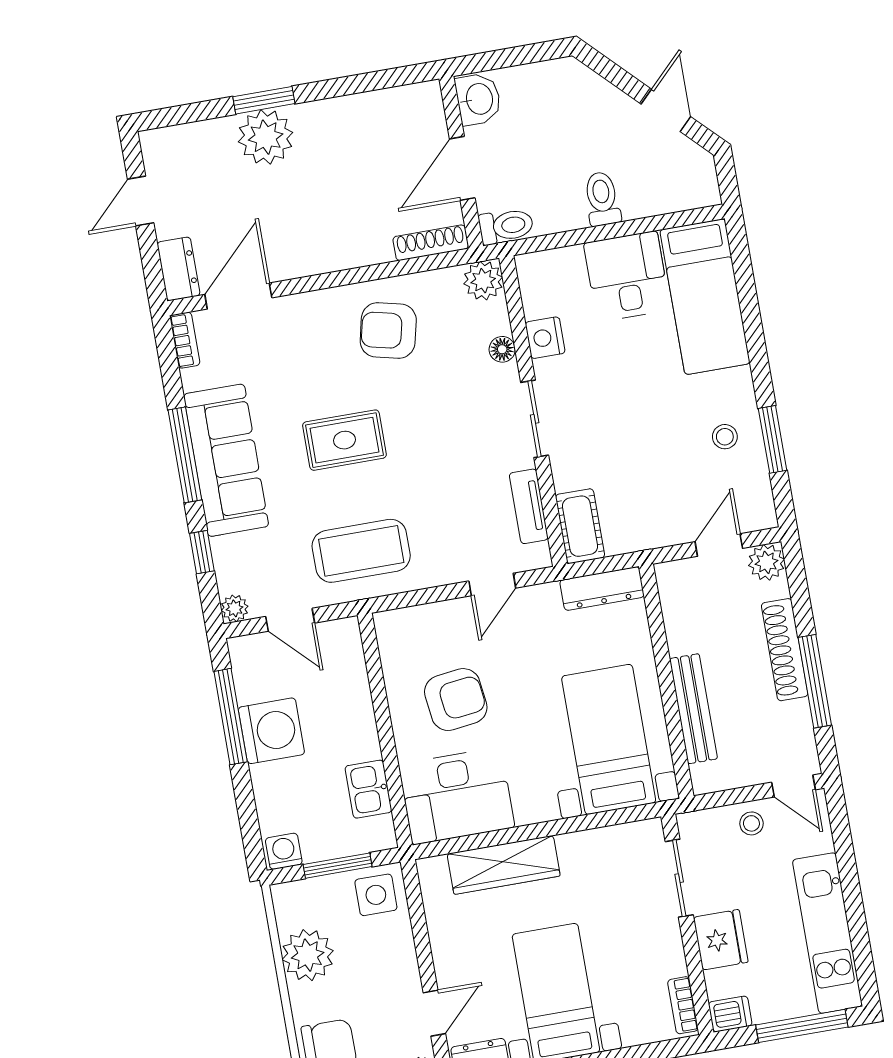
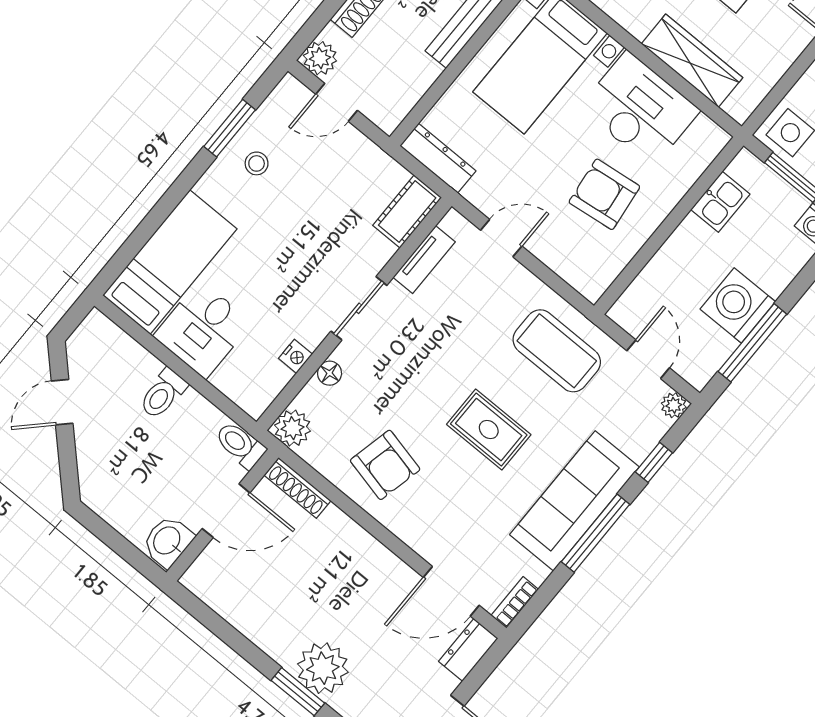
nightstand: (545, 338) -> (295, 356), width x0.72, depth x0.74
desk: (457, 796) -> (640, 109), moved

